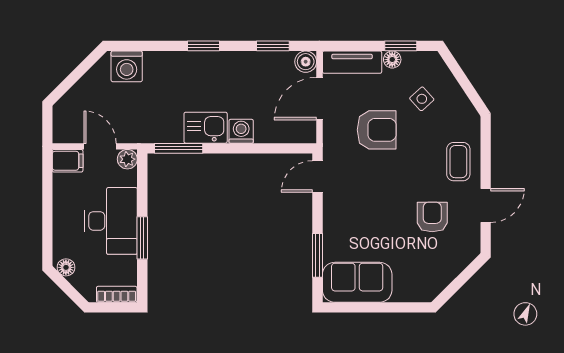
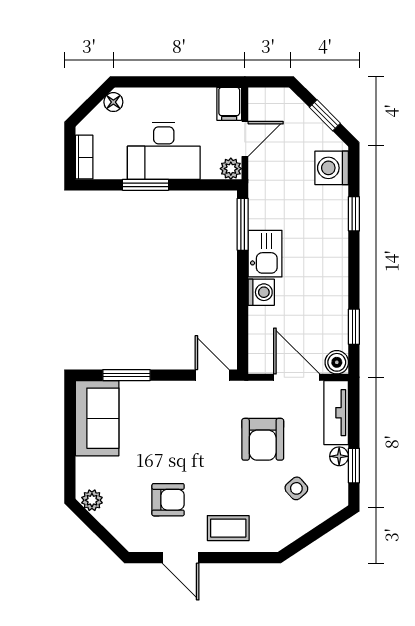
window: (204, 46) -> (354, 214), moved
window: (78, 73) -> (325, 115), added
plant: (433, 287) -> (92, 500), added

